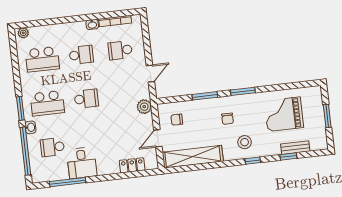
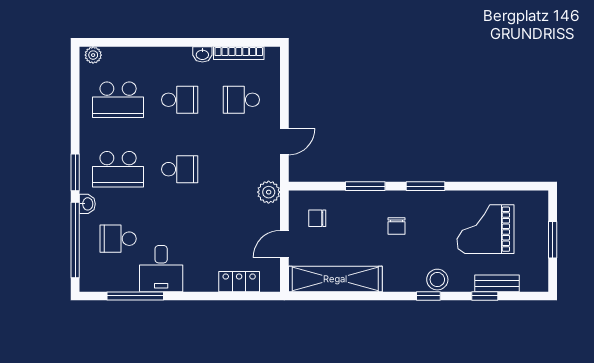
stool: (245, 142) -> (437, 280), moved

